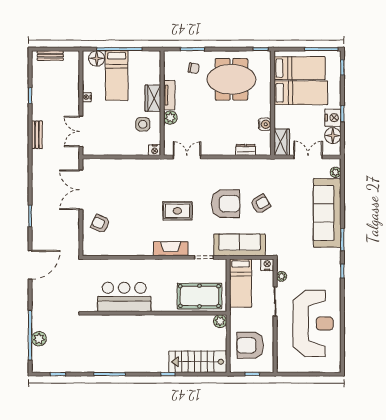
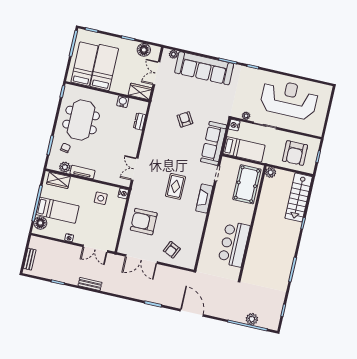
wardrobe: (153, 98) -> (58, 180), moved
plant: (170, 118) -> (65, 167), moved
nightstand: (333, 118) -> (130, 47), removed
armchair: (226, 204) -> (144, 222), moved, turned -90

